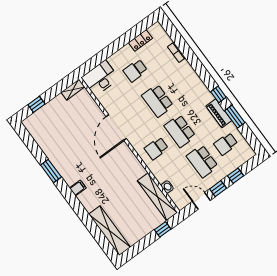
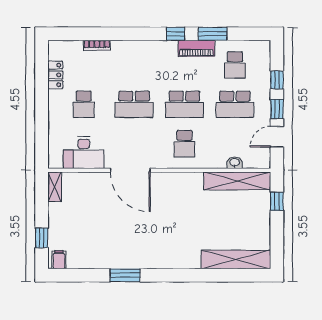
desk: (100, 78) -> (84, 153), moved, turned -90
filing cabinet: (78, 188) -> (59, 260), moved

